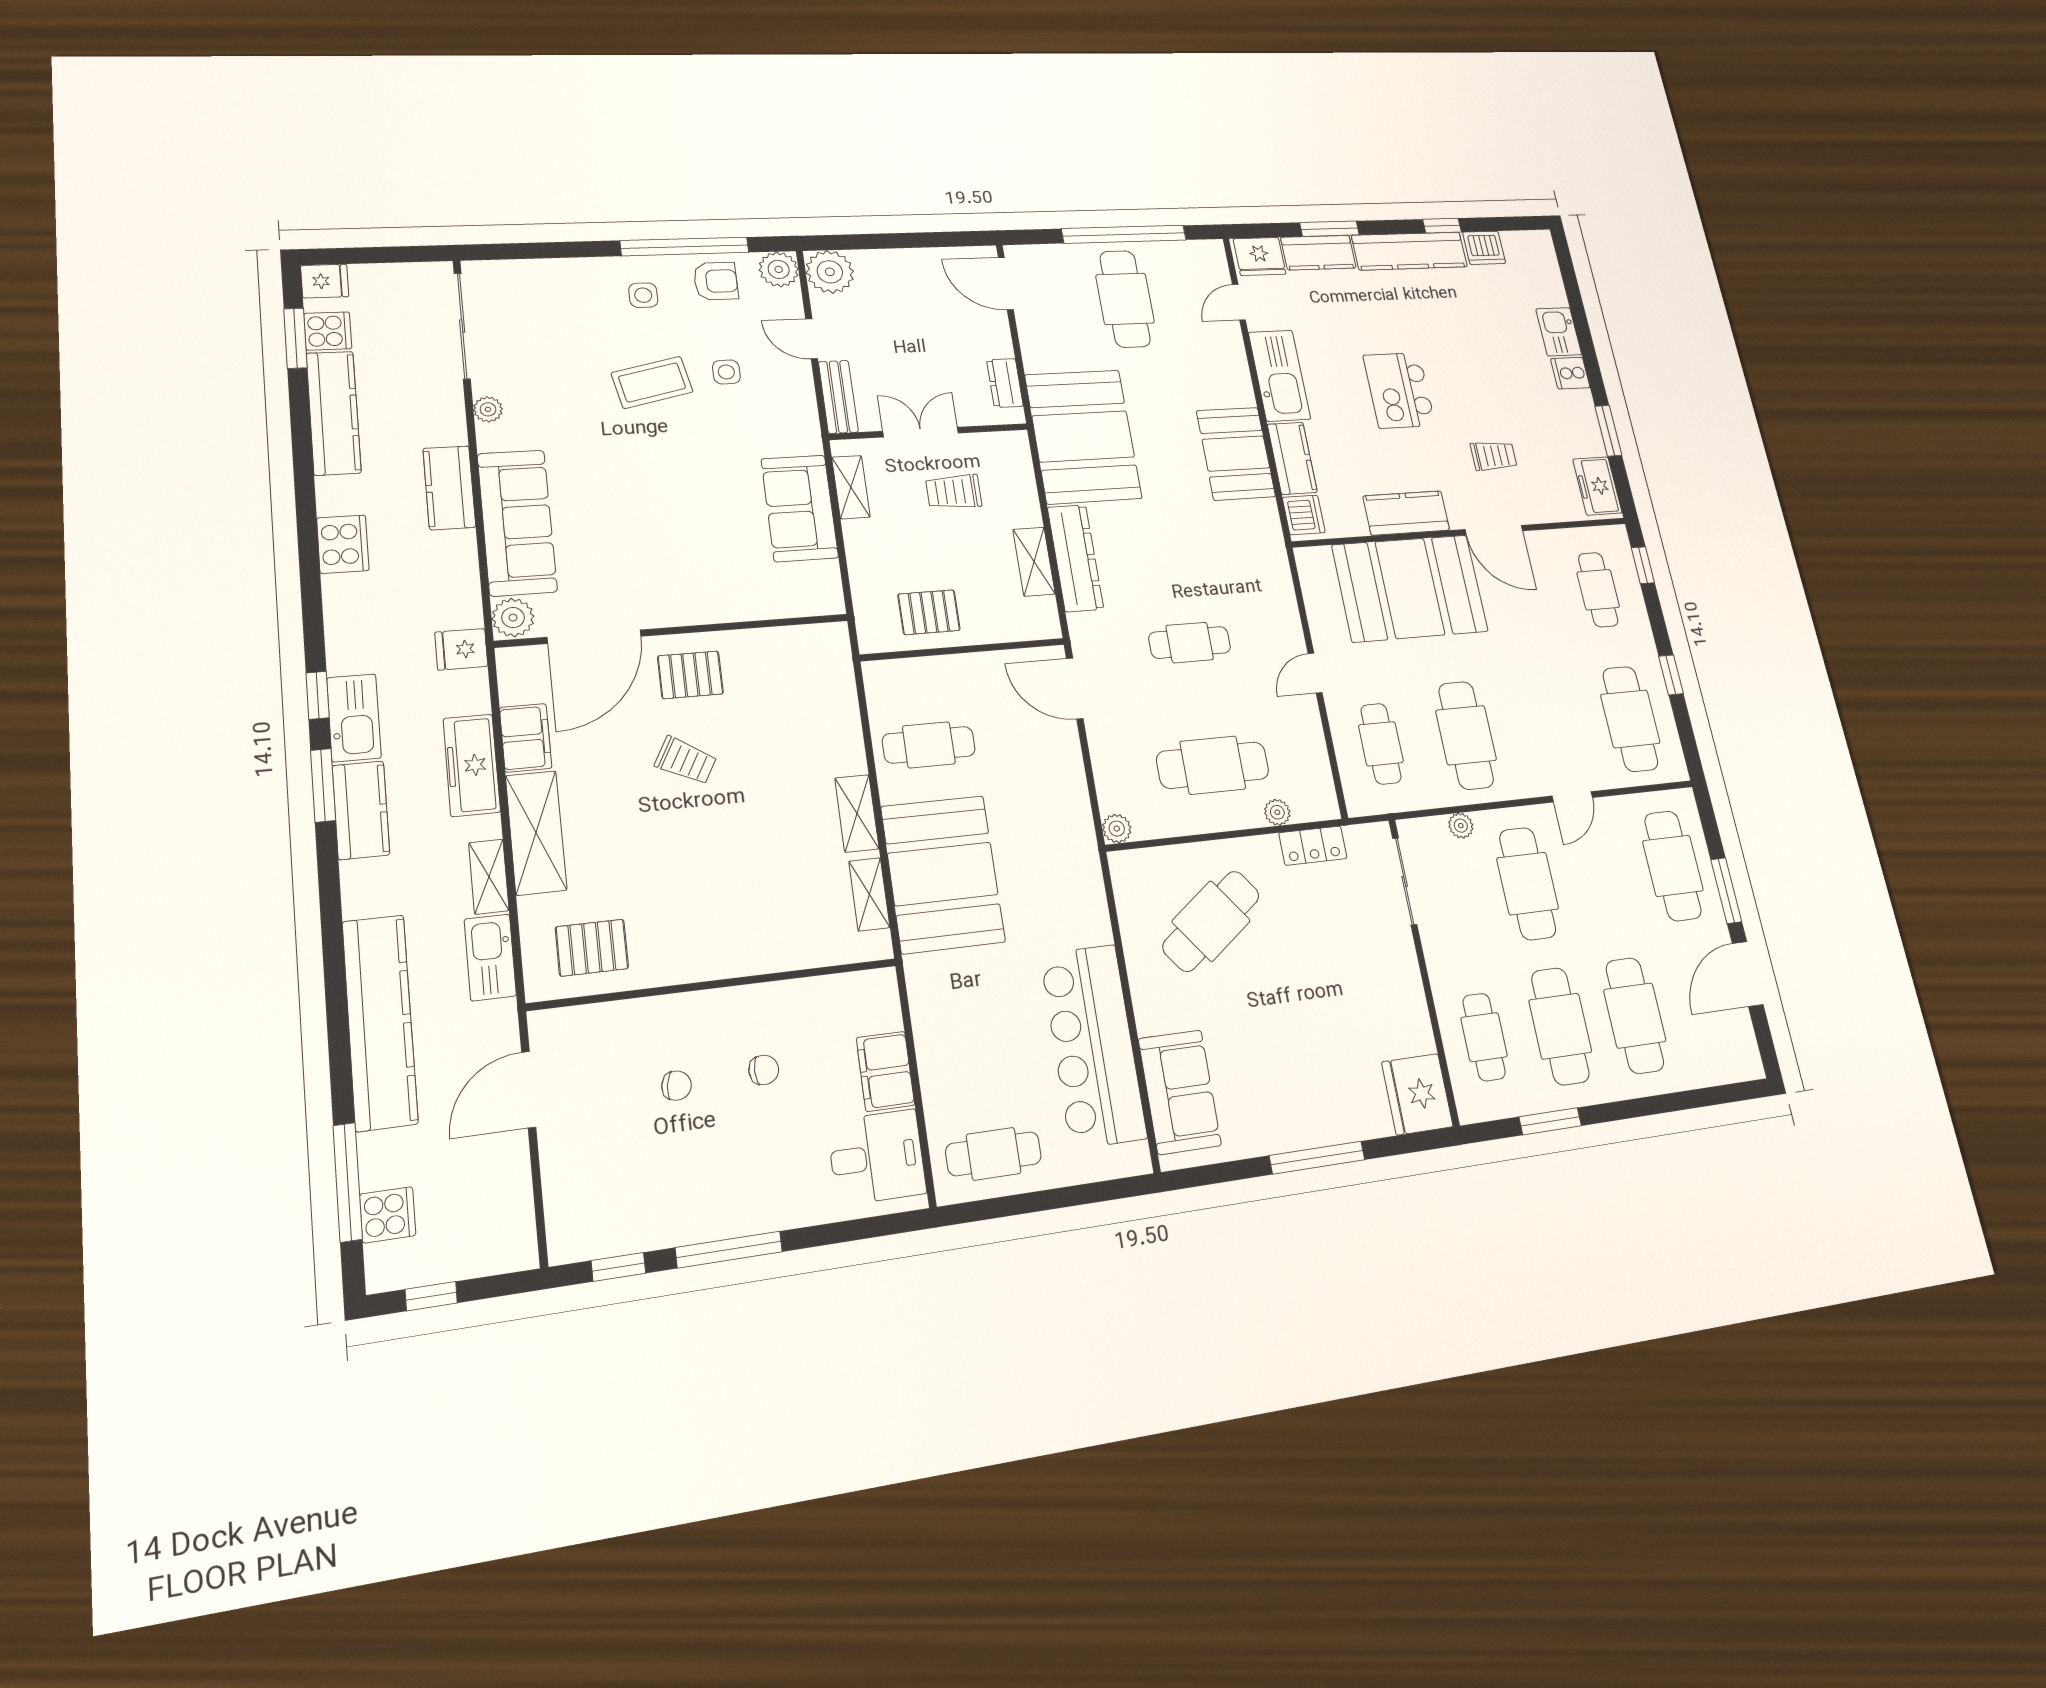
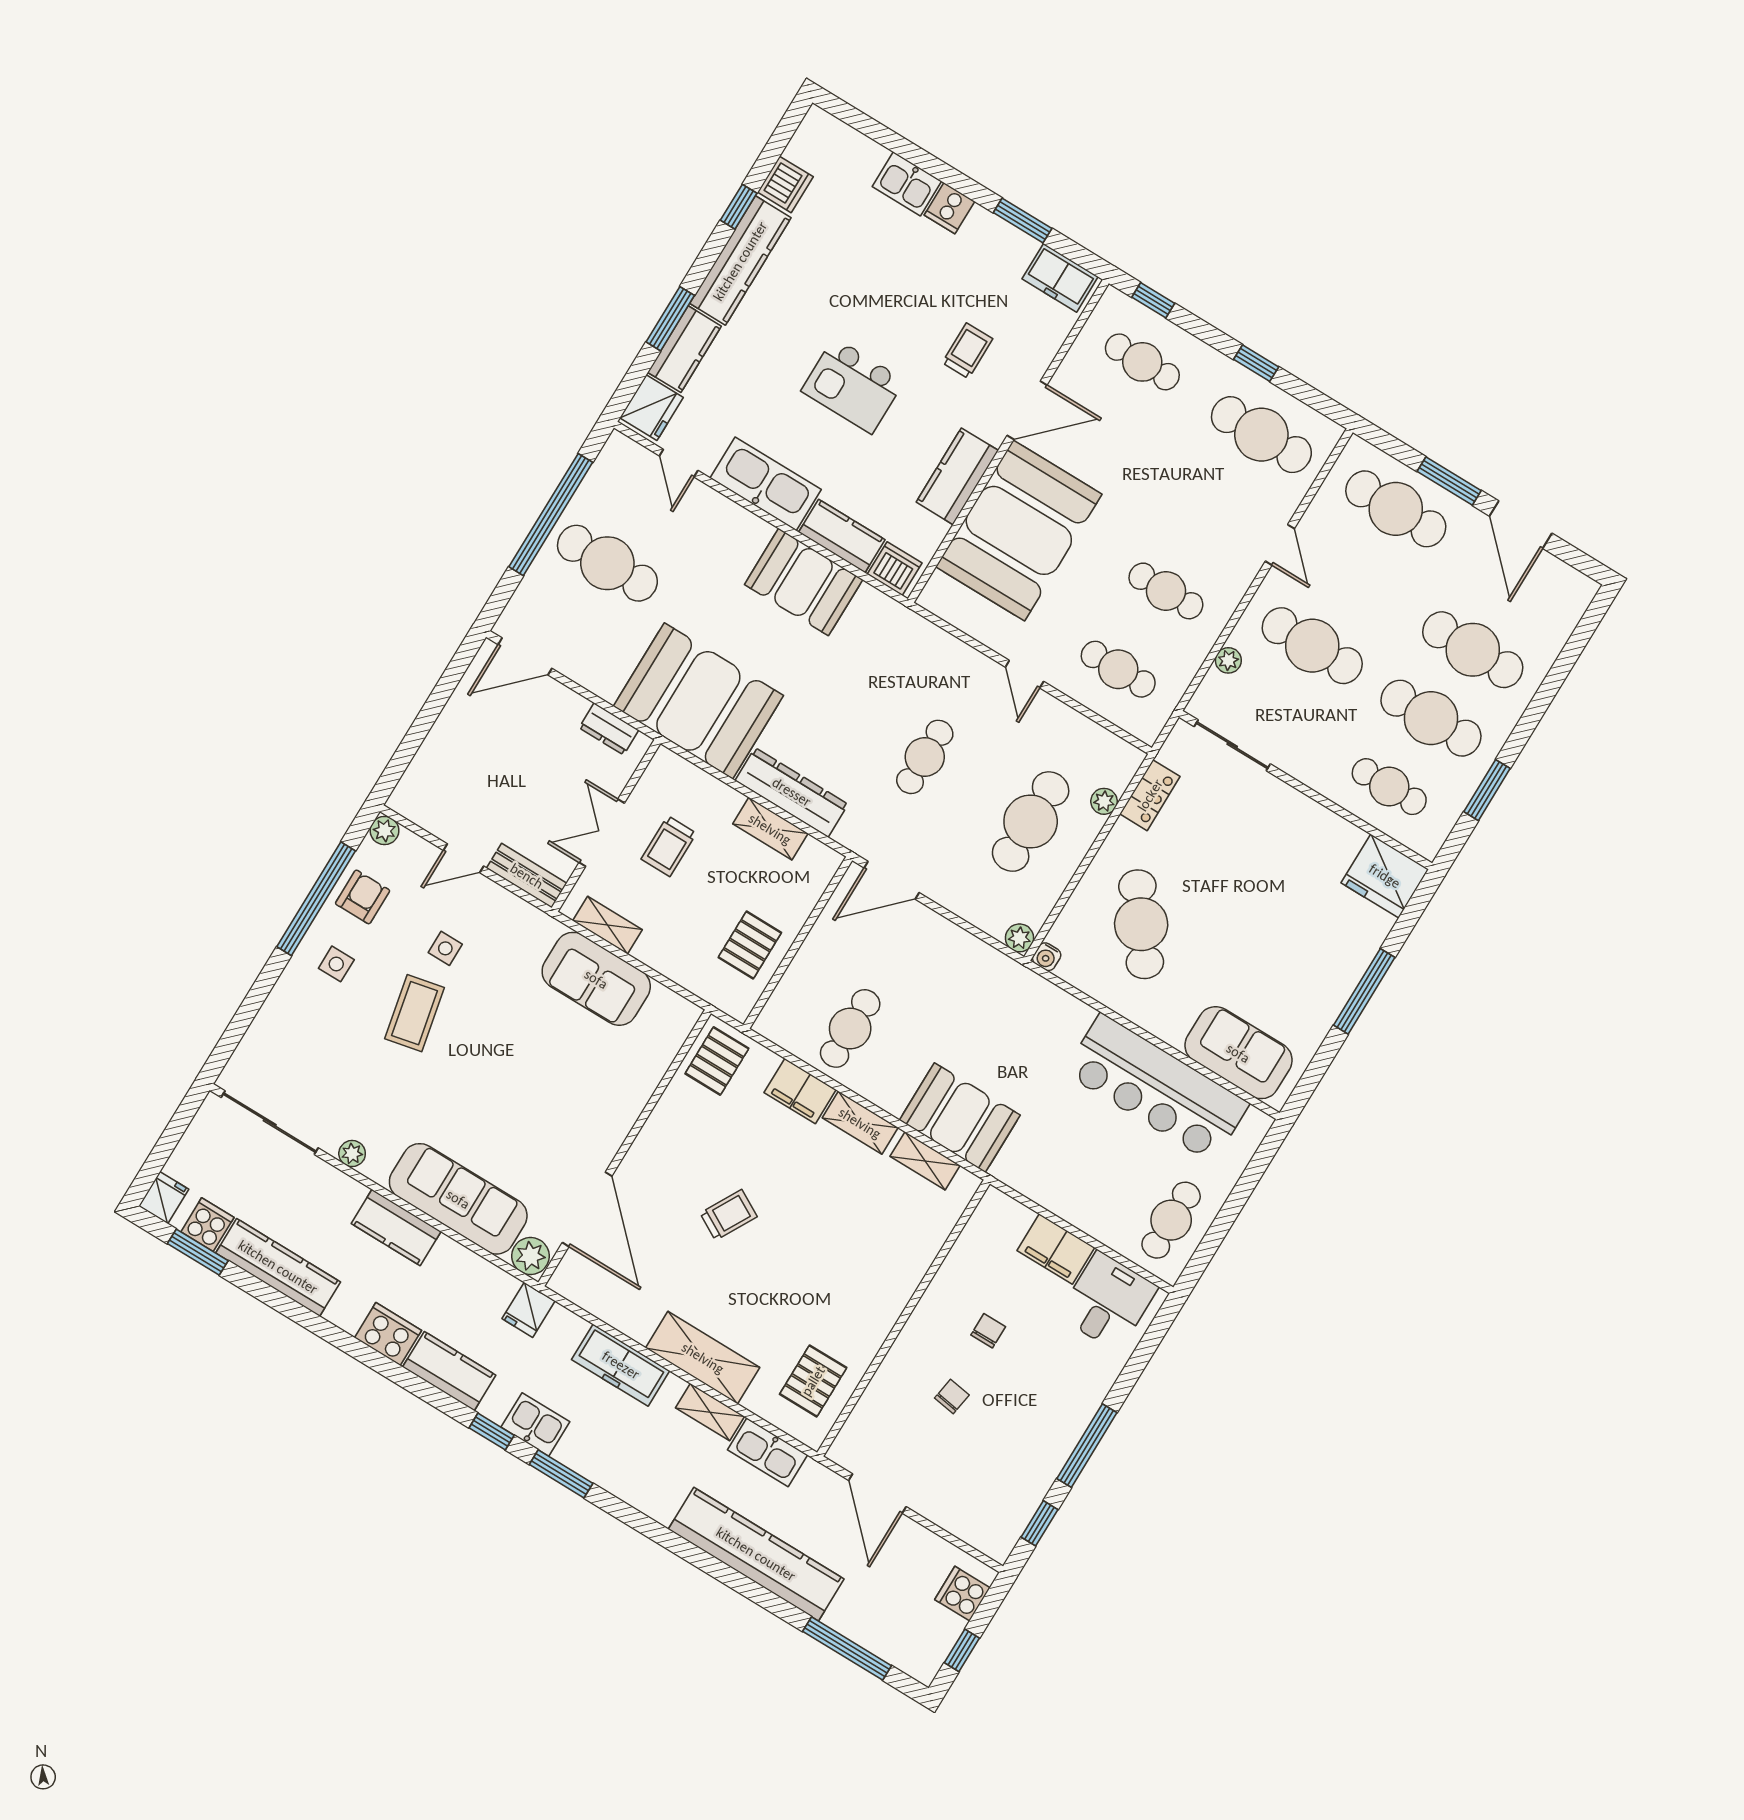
plant: (779, 269) -> (384, 831), width x0.73, depth x0.73
plant: (830, 272) -> (416, 797), removed
pallet: (690, 675) -> (717, 1061), moved
kitchen sink: (354, 718) -> (535, 1424), width x0.73
cafe table: (1466, 735) -> (1166, 591), width x0.73, depth x0.74
filing cabinet: (526, 738) -> (800, 1091), moved, turned 180
kitchen counter: (361, 810) -> (449, 1371), moved
water cooler: (1121, 863) -> (1047, 957), added
booth: (943, 874) -> (960, 1118), width x0.73, depth x0.70
cooker: (388, 1215) -> (962, 1594), moved, turned -90

